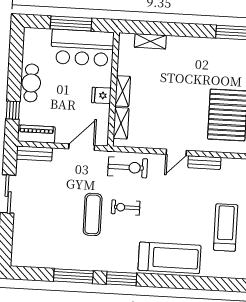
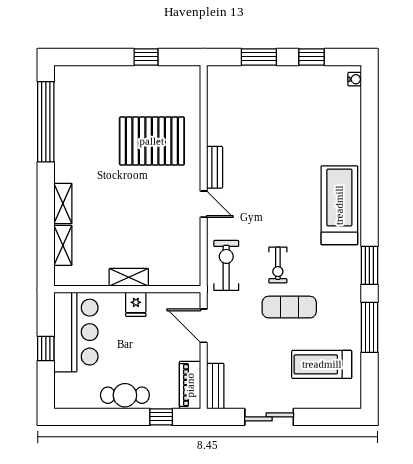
window: (71, 23) -> (46, 349), width x0.46
shelving: (121, 123) -> (63, 204), moved, turned 90
treadmill: (226, 227) -> (322, 364), moved

